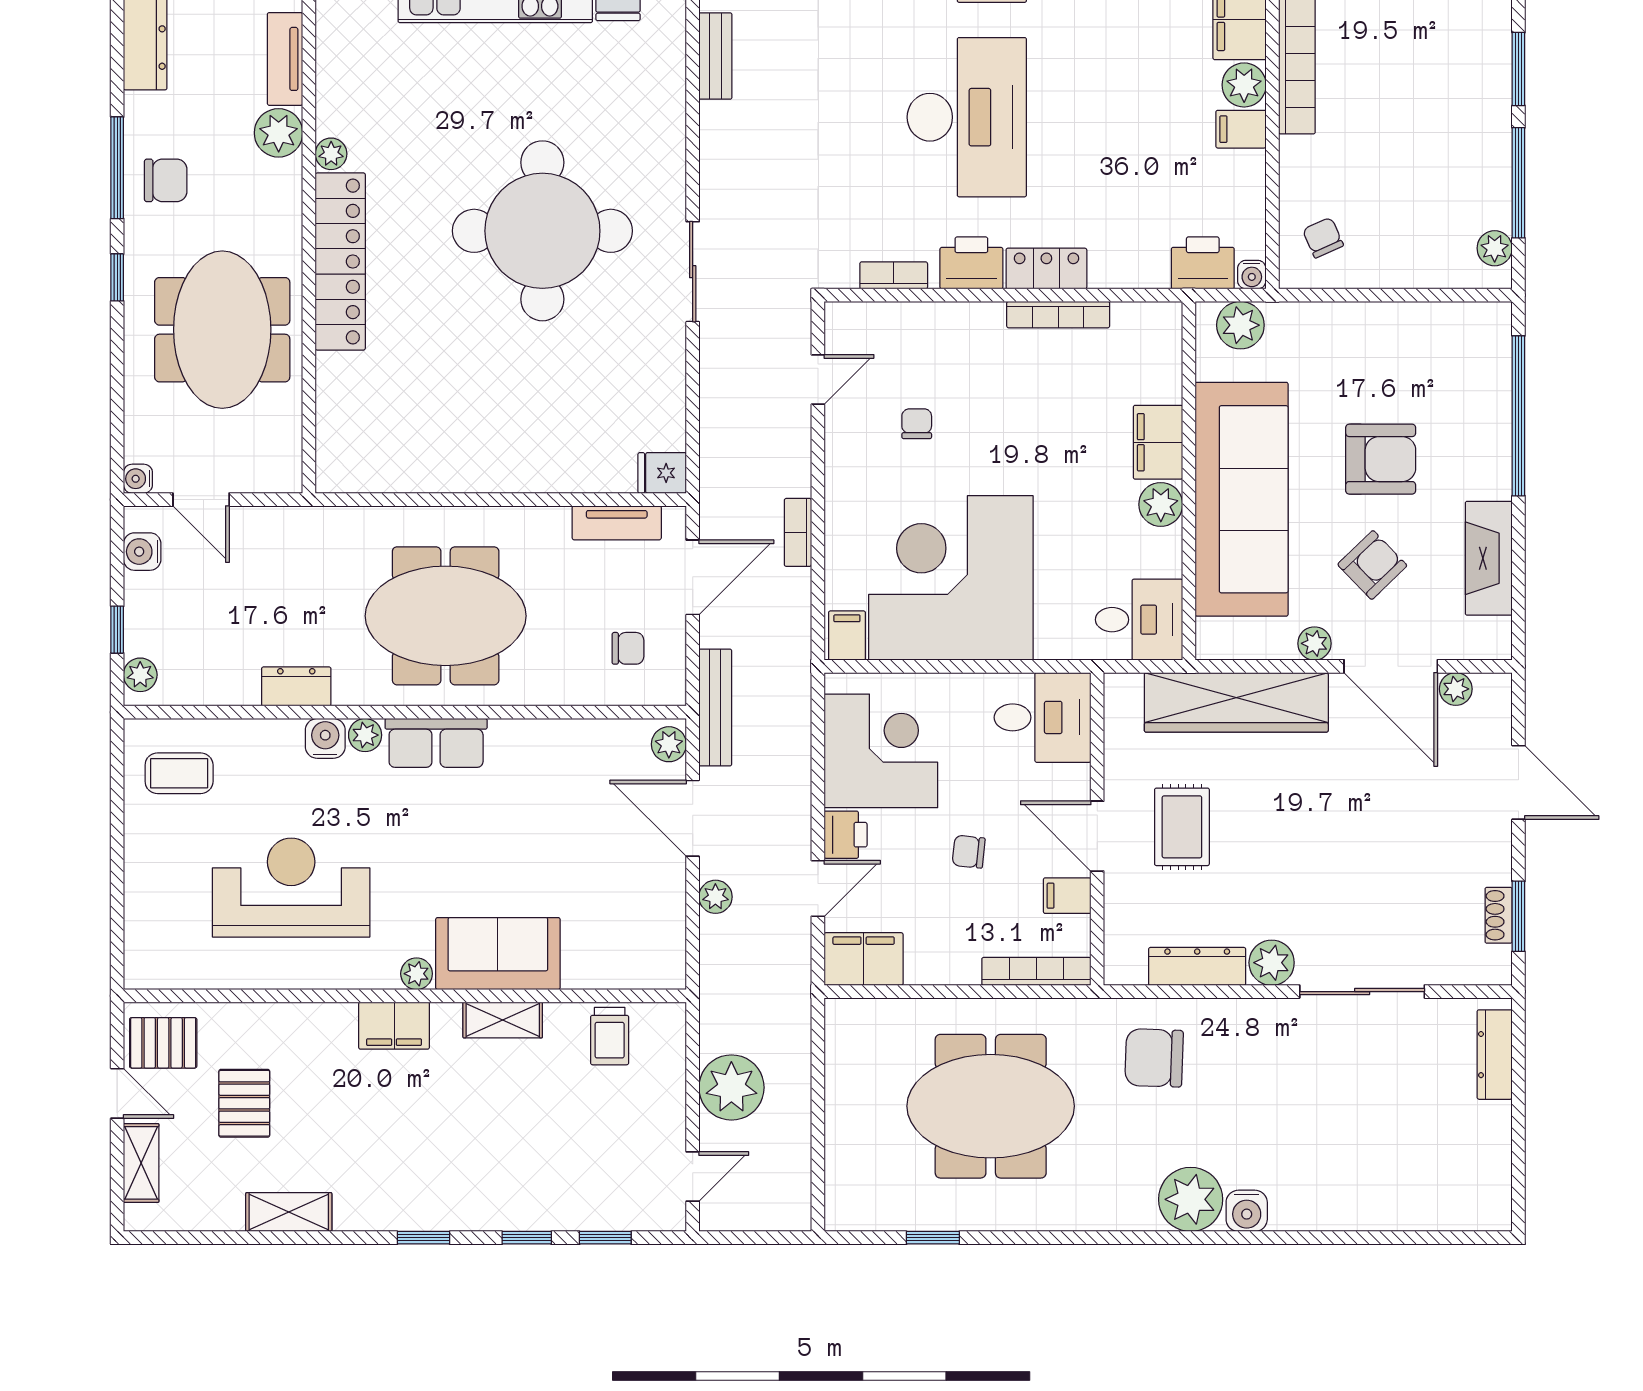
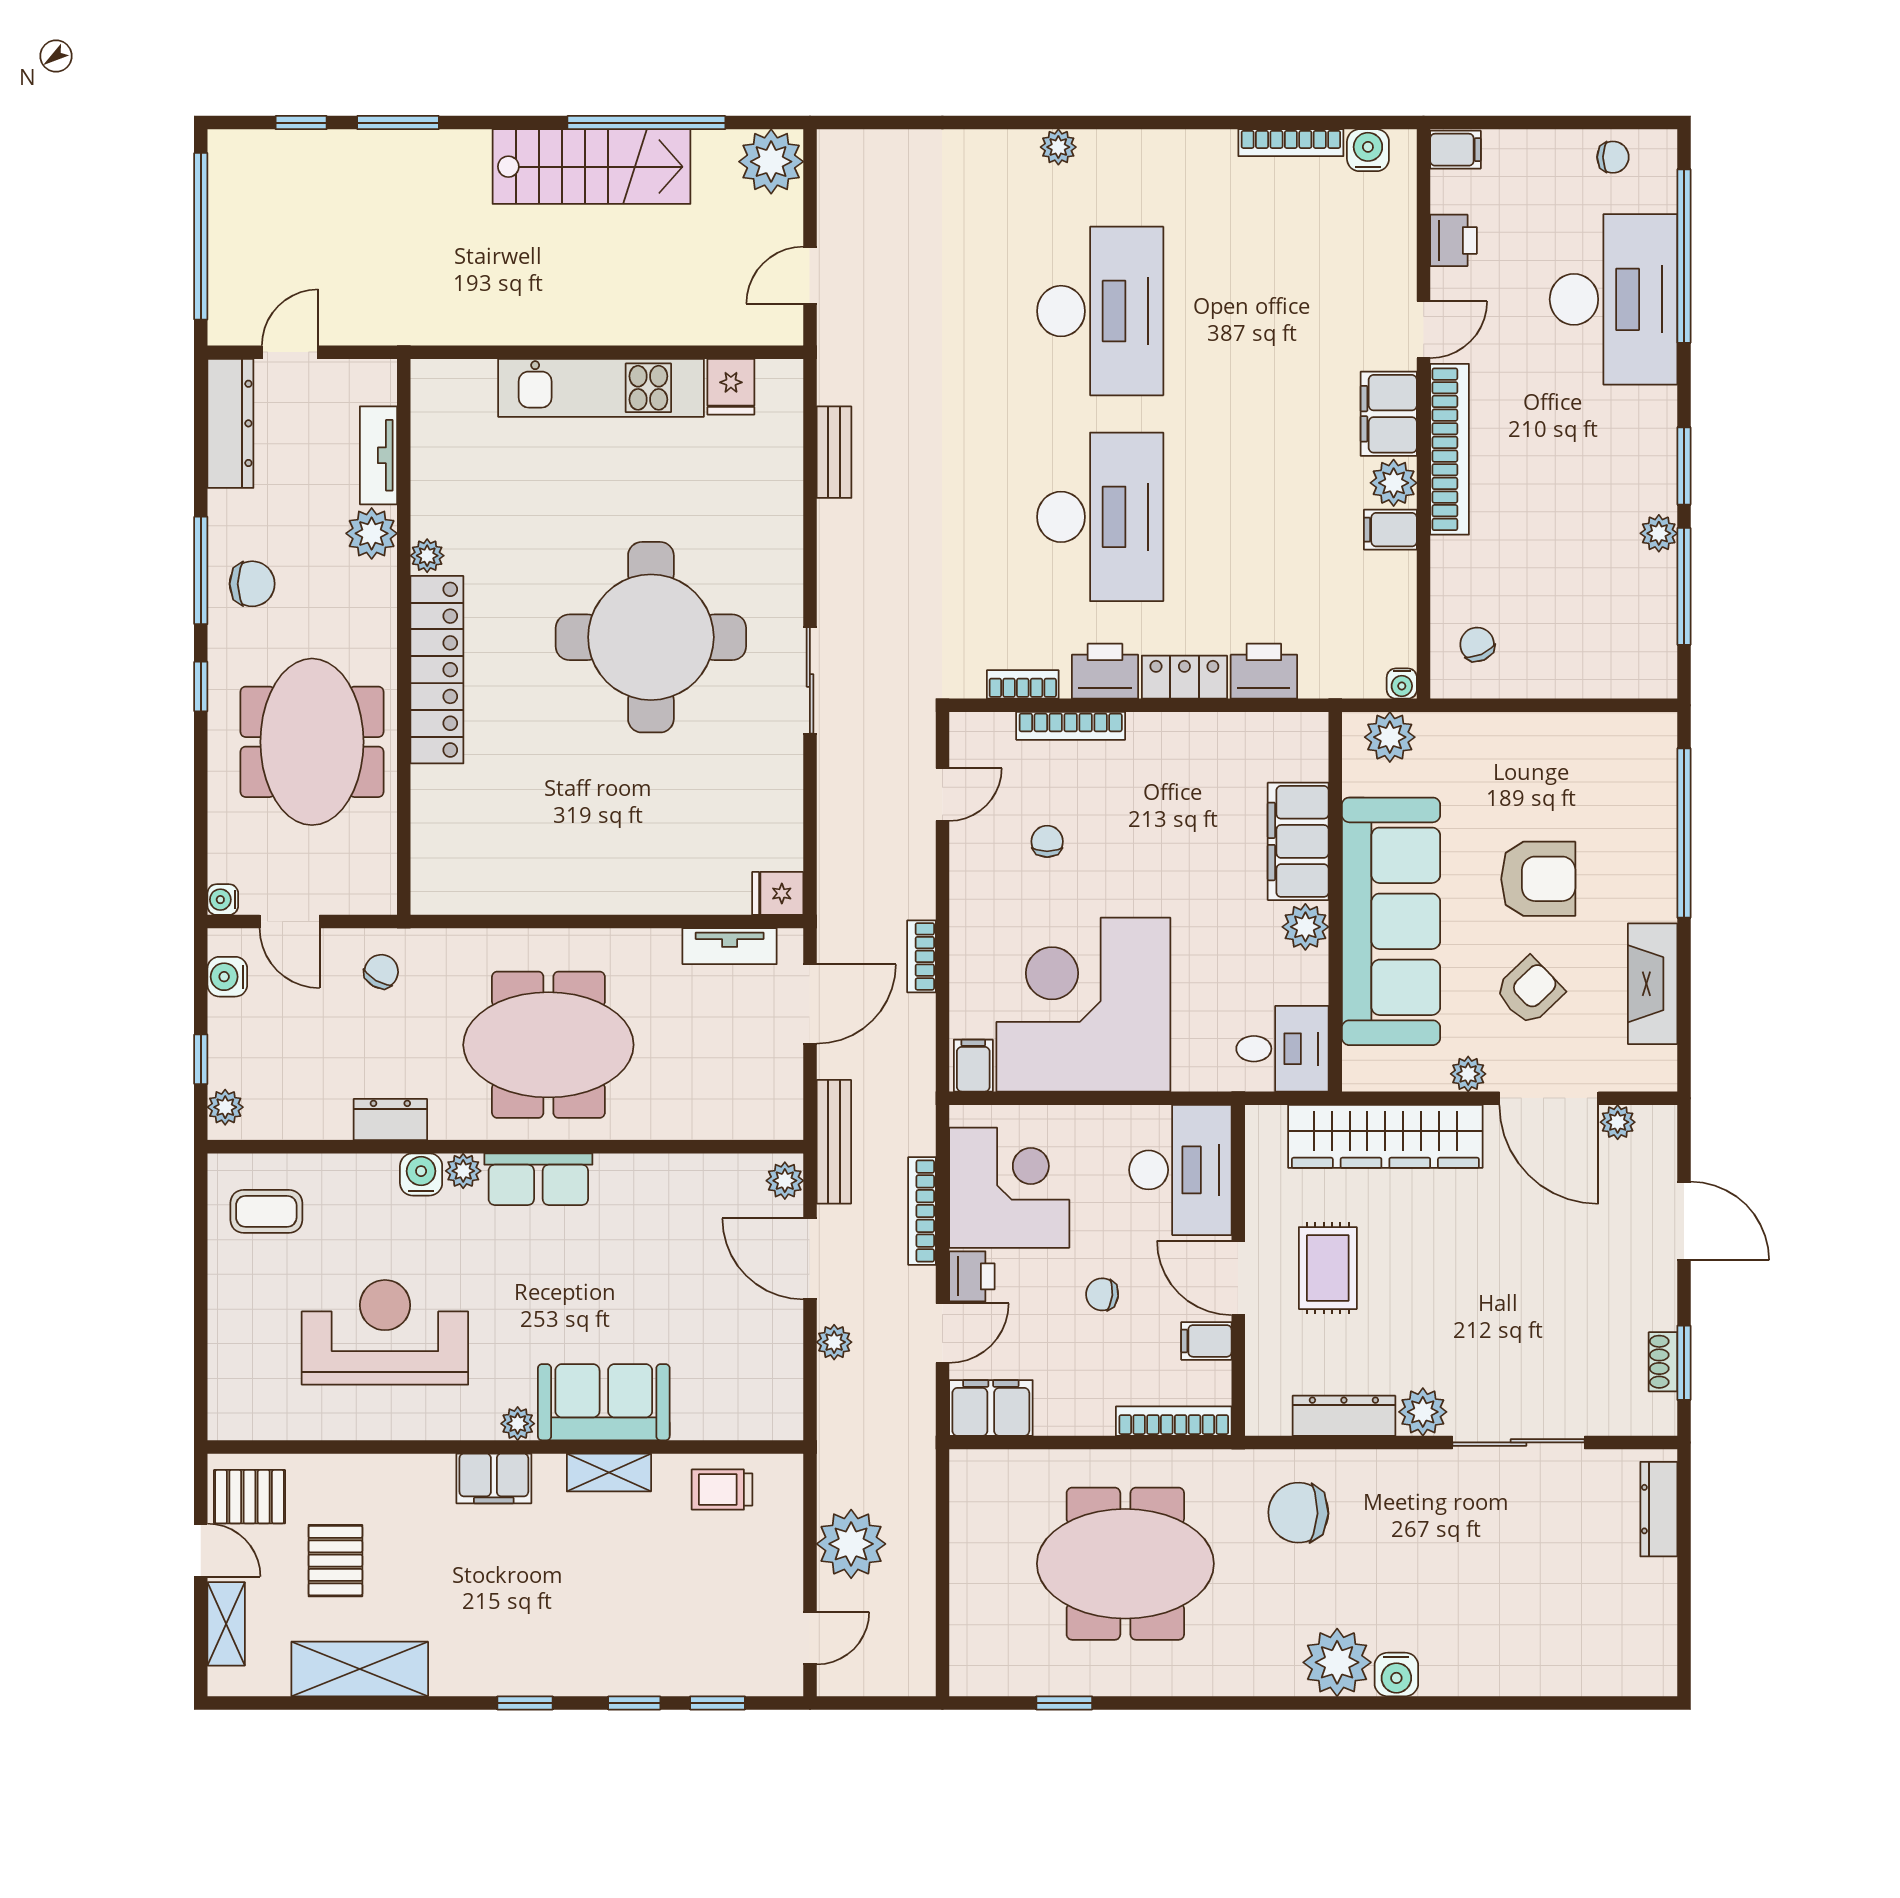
plant: (1495, 248) -> (1659, 533), moved
printer: (1203, 263) -> (1264, 671), moved
bookcase: (1058, 315) -> (1071, 726), moved
filing cabinet: (1158, 442) -> (1298, 841), width x1.50, depth x1.17
chair: (628, 648) -> (381, 971), moved, turned -60
desk: (1043, 717) -> (1180, 1170), width x1.37
bookcase: (798, 773) -> (922, 1211), added
trolley: (610, 1036) -> (722, 1490), turned 90
shelving: (289, 1212) -> (360, 1669), width x1.50, depth x1.33

